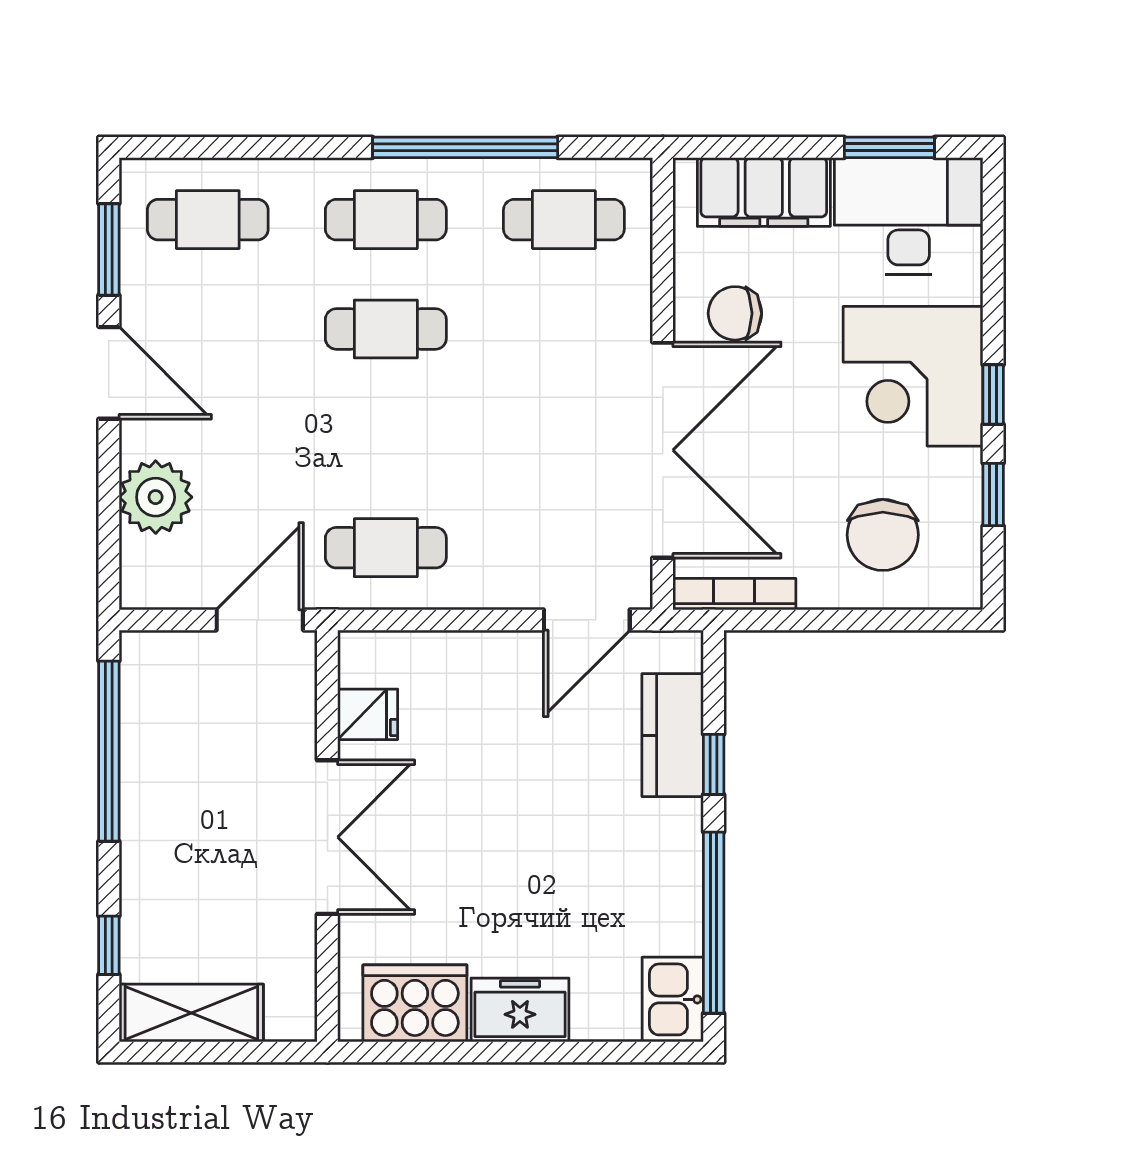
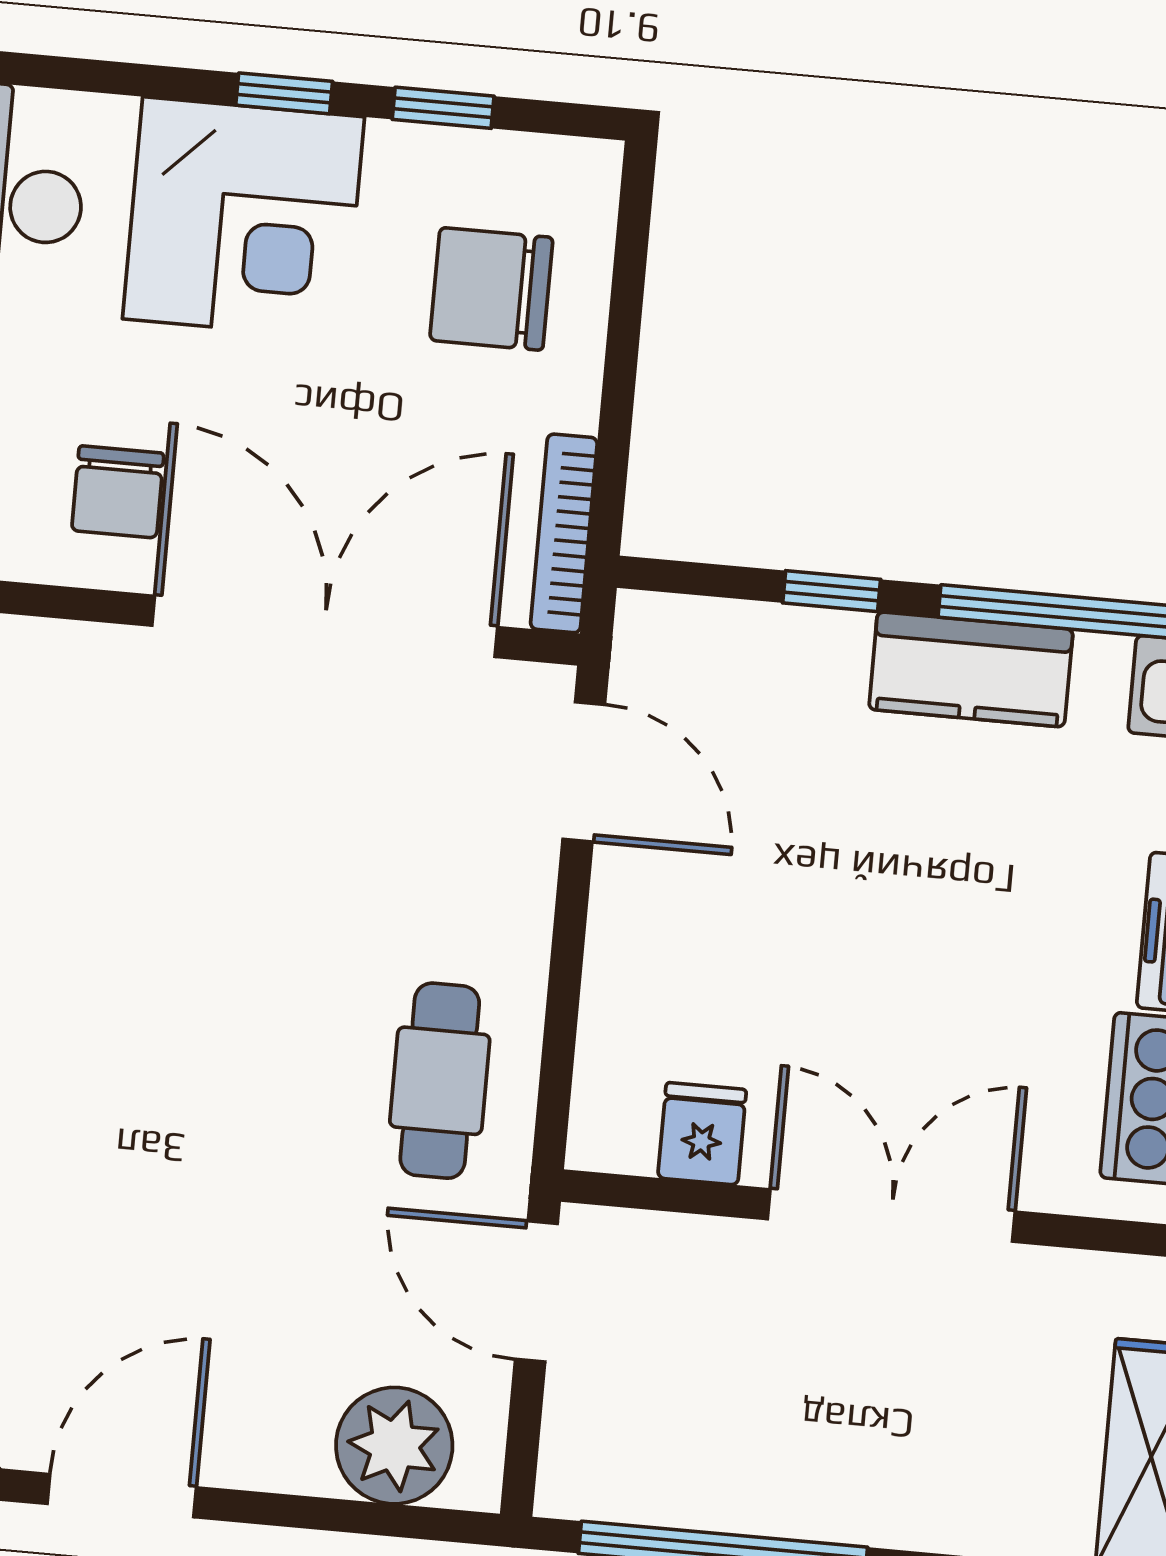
cafe table: (386, 329) -> (92, 1049), removed
plant: (156, 497) -> (394, 1446), moved
chair: (883, 535) -> (491, 289), turned 180
kitchen counter: (673, 735) -> (971, 669), moved

